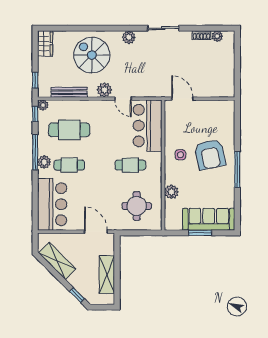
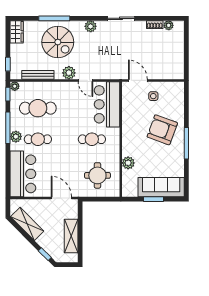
window: (88, 28) -> (54, 18), added
spiral stairs: (92, 55) -> (58, 42), turned 180
armchair: (210, 154) -> (162, 130), turned 122
side table: (180, 155) -> (153, 96), moved

